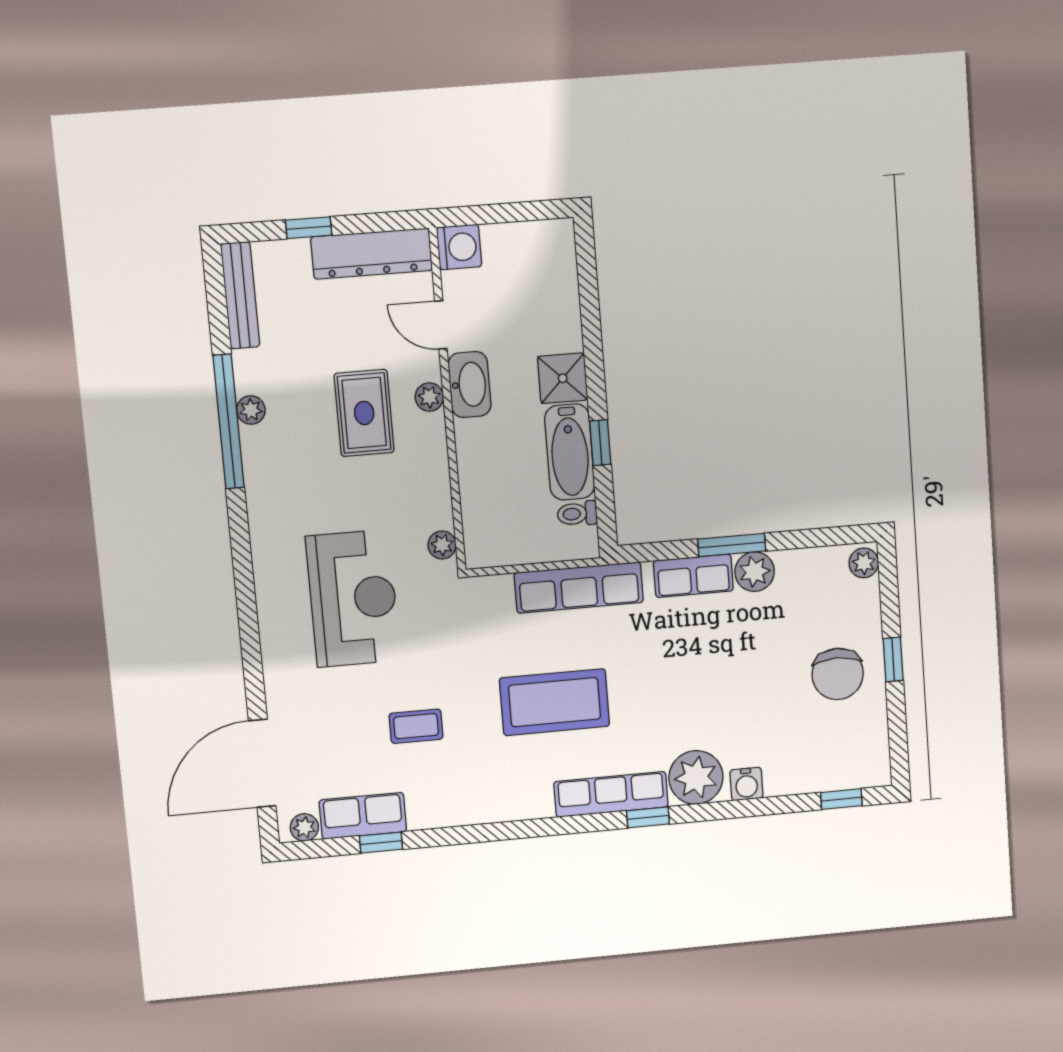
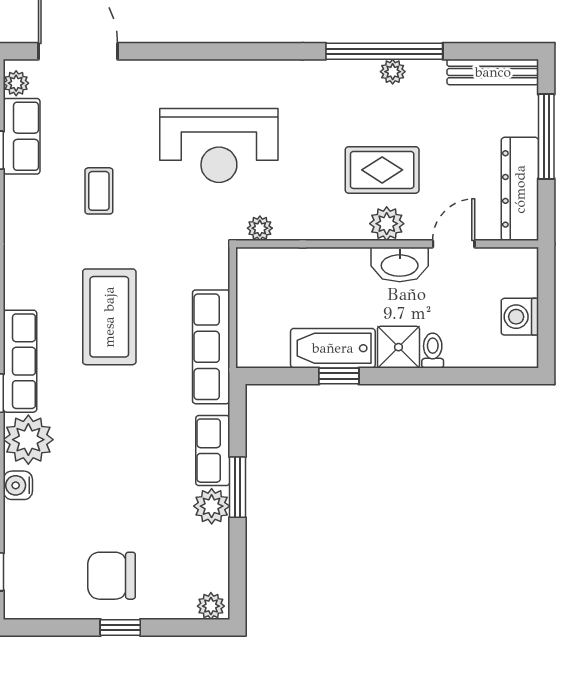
window: (309, 228) -> (546, 136), width x2.17
washing machine: (459, 247) -> (520, 317), moved, turned 90
plant: (429, 397) -> (387, 224), width x1.38, depth x1.38
toilet: (577, 514) -> (433, 351), moved

